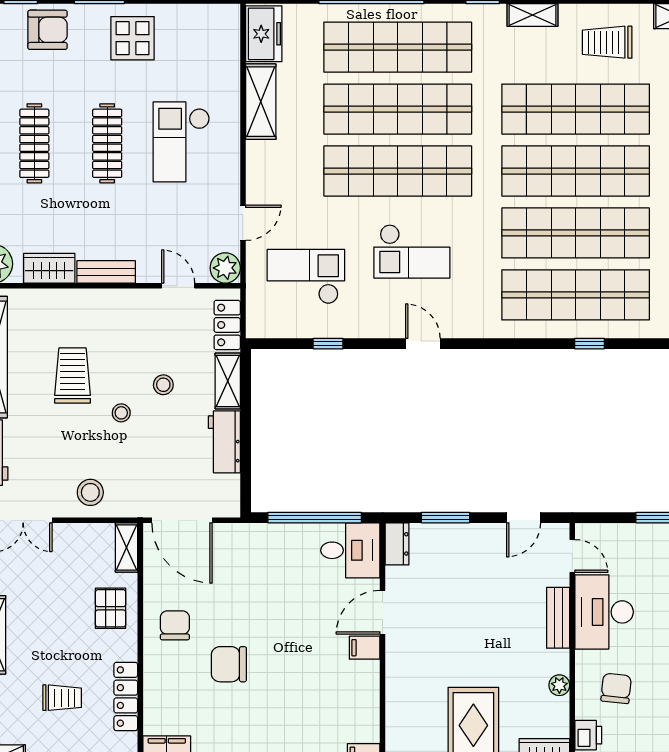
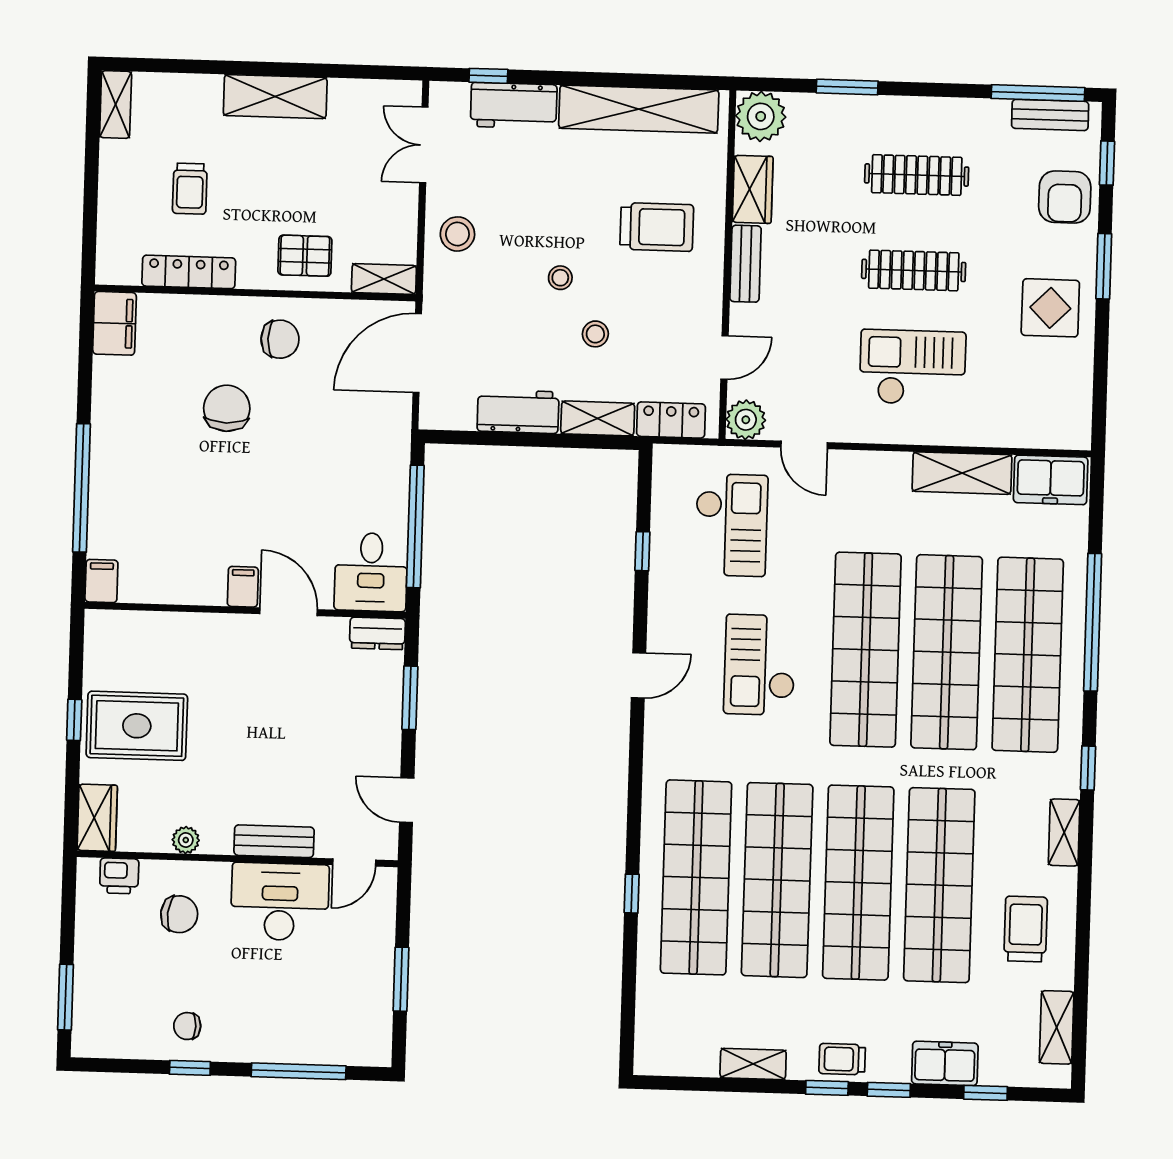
trolley: (73, 375) -> (657, 227), moved

